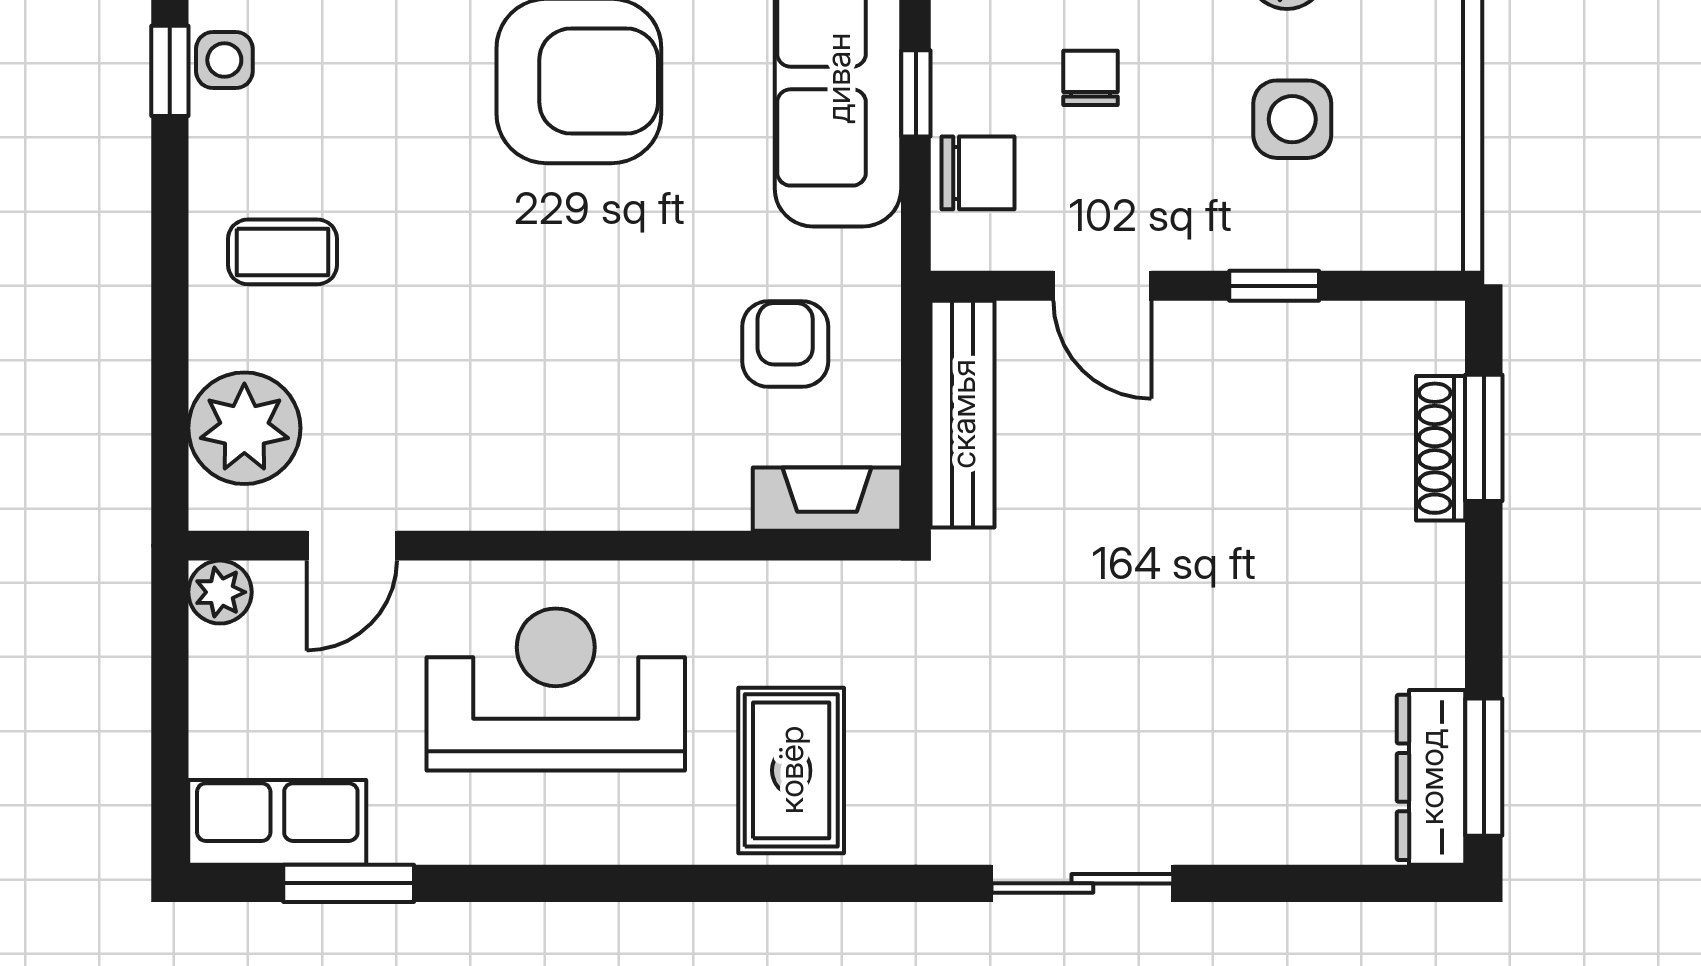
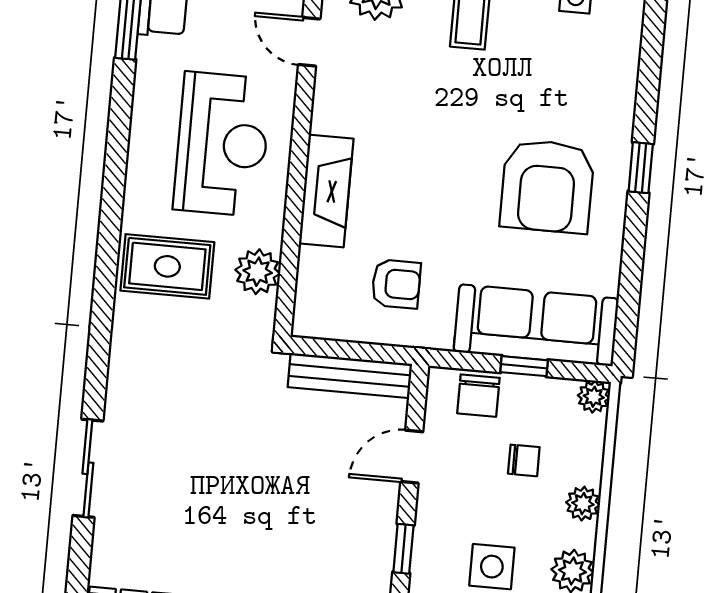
fireplace: (827, 499) -> (326, 191), moved, width x1.37, depth x1.32
plant: (786, 602) -> (258, 272), added
sliding door: (1082, 883) -> (88, 468), moved

